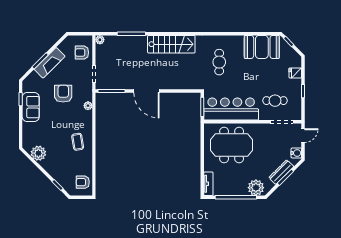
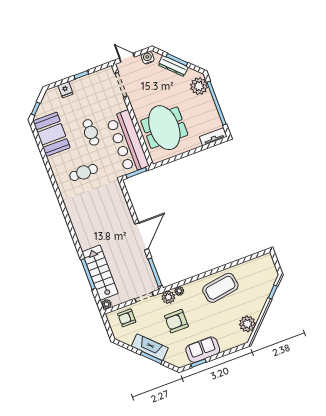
stairs: (171, 44) -> (100, 273), moved
armchair: (82, 53) -> (127, 318), turned 90
plant: (86, 95) -> (168, 297), added
cafe table: (275, 101) -> (91, 132), moved
coffee table: (78, 142) -> (220, 288), width x1.86, depth x1.72
armchair: (83, 182) -> (260, 267), removed

